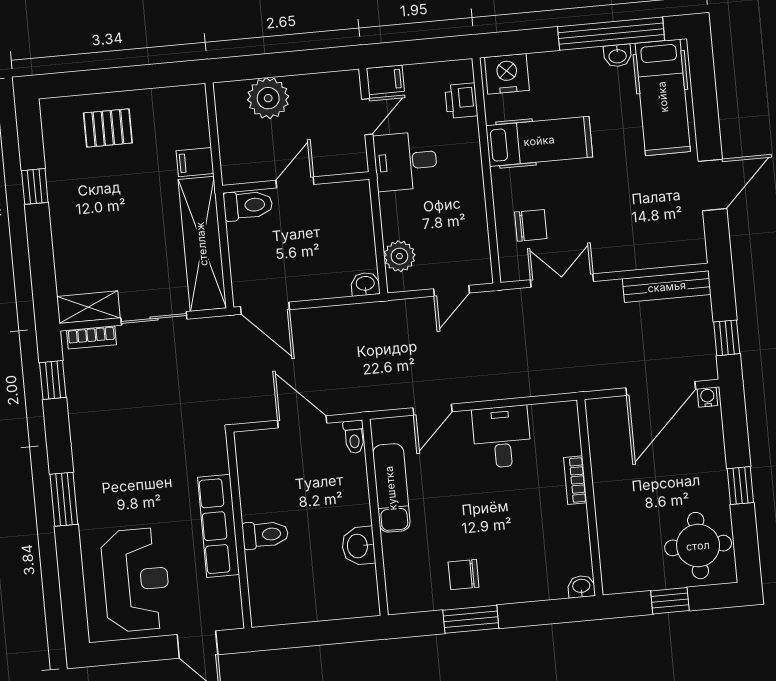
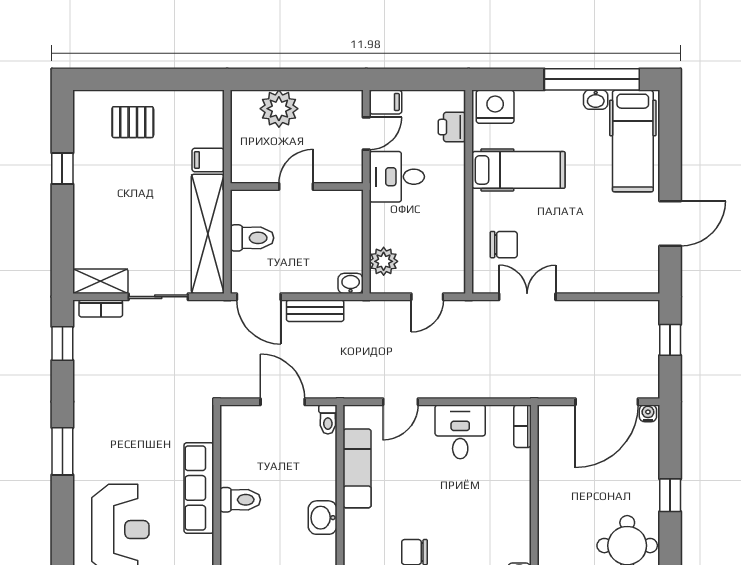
toilet: (248, 205) -> (252, 238), moved
bench: (667, 287) -> (315, 311), moved, width x0.73
window: (727, 338) -> (670, 340), moved
bookcase: (575, 480) -> (523, 426), moved

